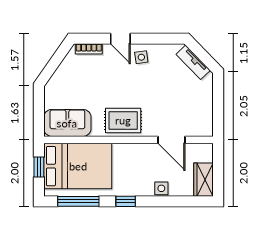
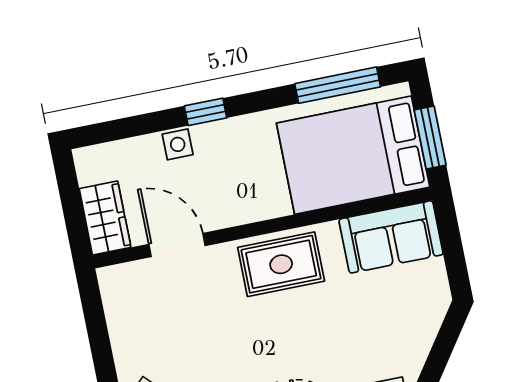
window: (39, 167) -> (430, 138), width x1.50
wardrobe: (204, 180) -> (105, 218), moved
window: (126, 201) -> (205, 112), moved

